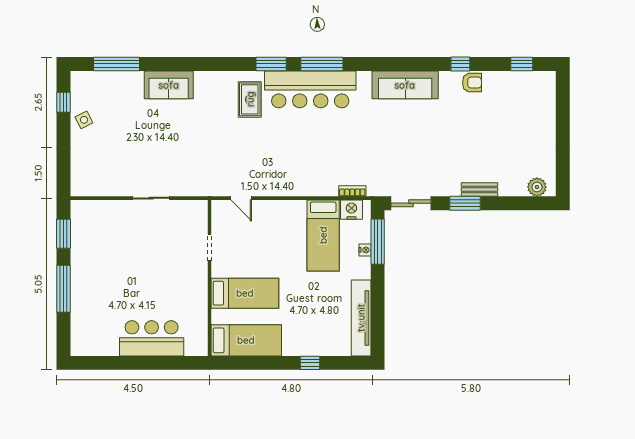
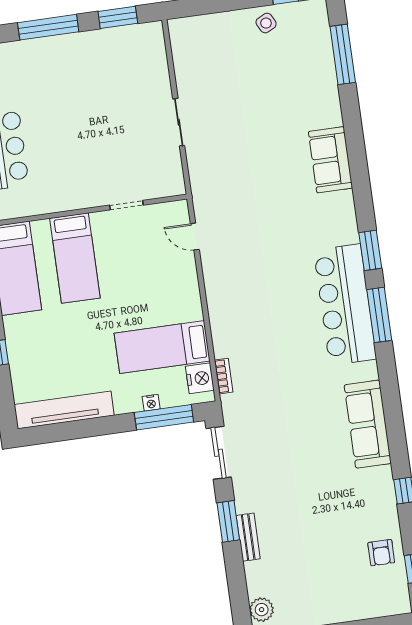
armchair: (472, 83) -> (381, 553), moved
sofa: (169, 85) -> (330, 160), moved
rug: (250, 99) -> (321, 230), removed
door: (241, 198) -> (195, 237), hinge flipped

